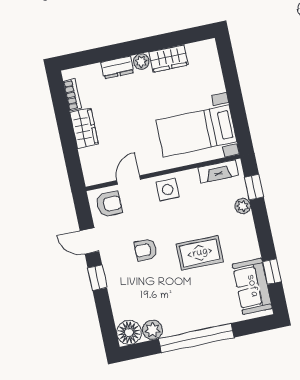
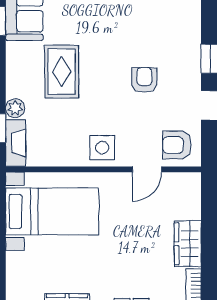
fireplace: (218, 171) -> (16, 143), moved, turned 90
armchair: (146, 250) -> (144, 80), turned -90
rug: (200, 253) -> (62, 72), moved, turned 90

